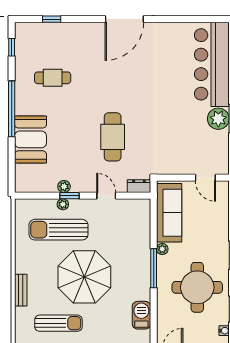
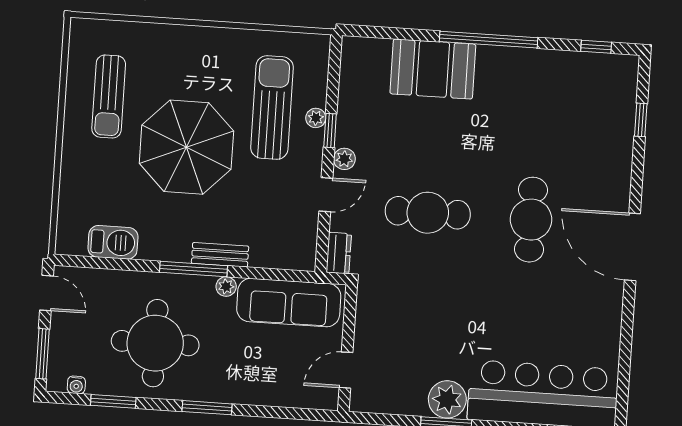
cafe table: (53, 78) -> (531, 220), moved, width x1.37, depth x1.35
plant: (64, 186) -> (344, 159), moved
bench: (21, 290) -> (220, 255), moved

